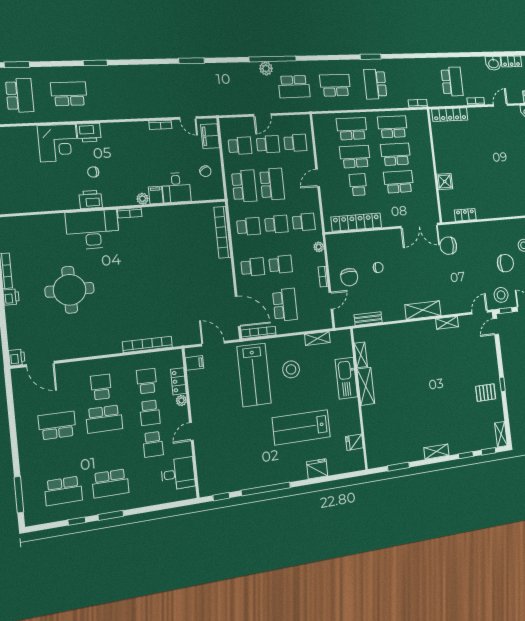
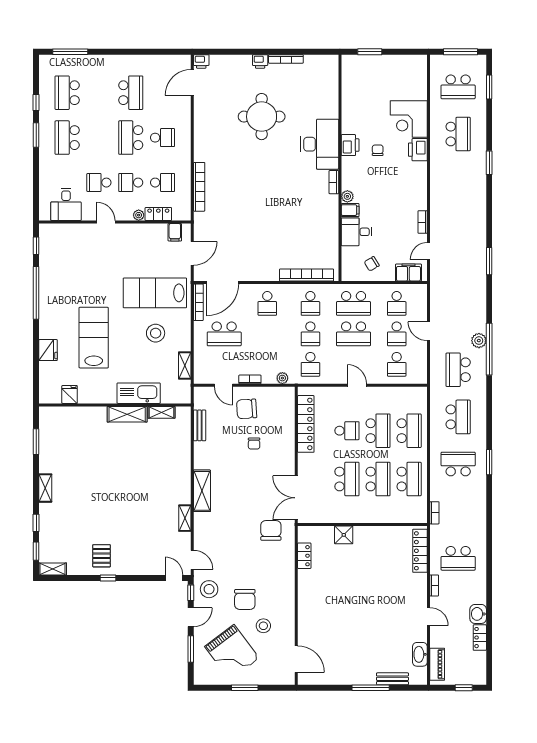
school desk: (281, 264) -> (267, 334), removed

